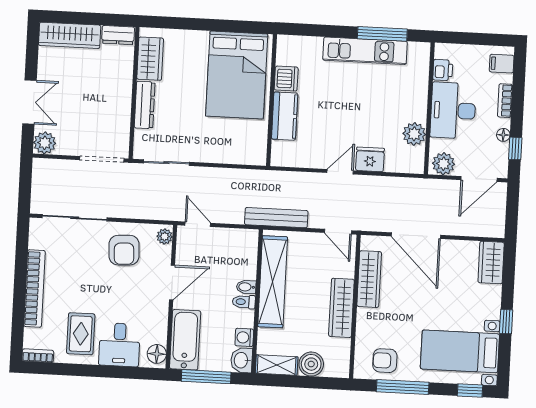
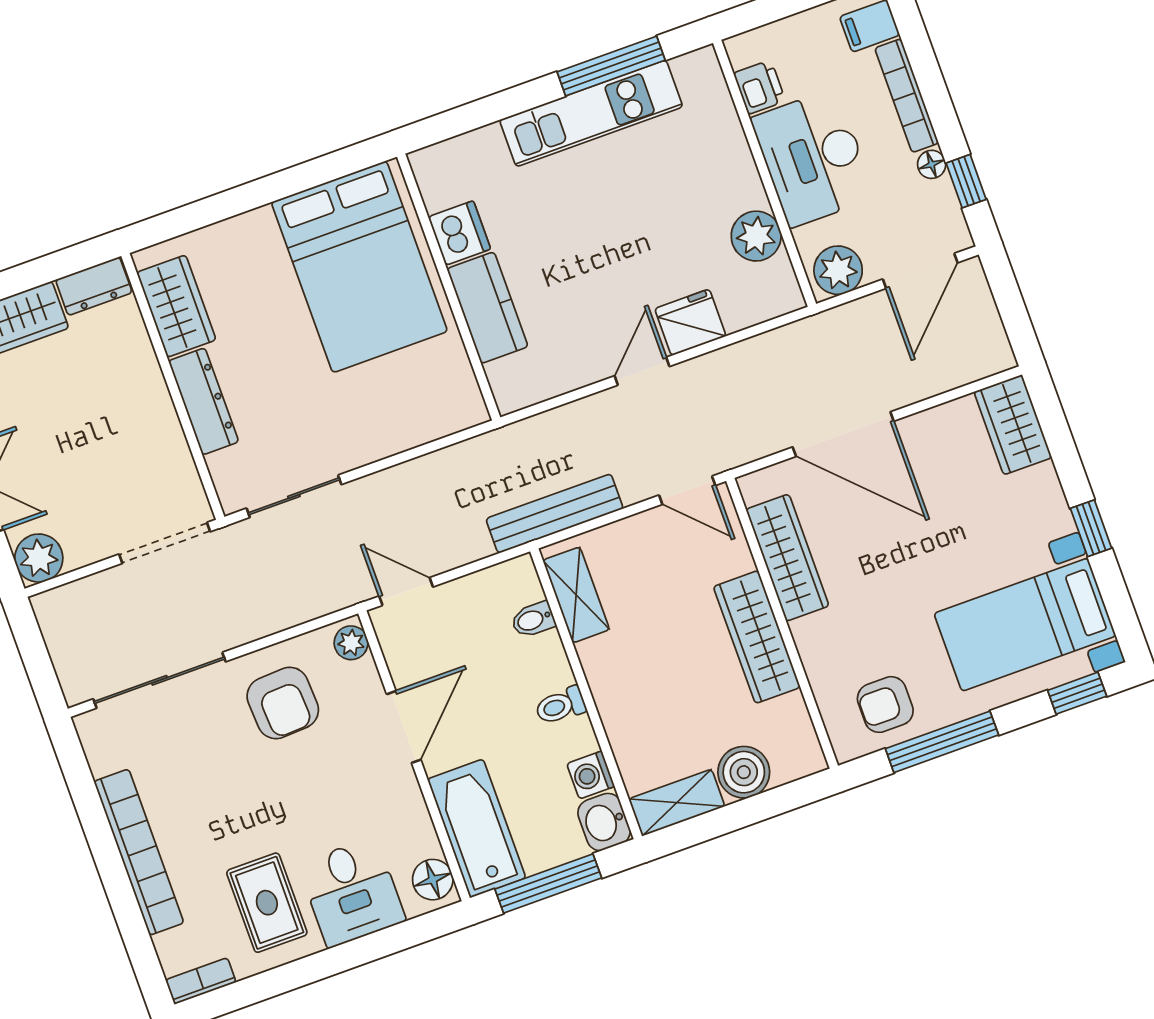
bookcase: (505, 101) -> (907, 96), width x1.56
shelving: (273, 282) -> (576, 595), width x0.45, depth x0.75
bidet: (246, 287) -> (533, 620), moved

